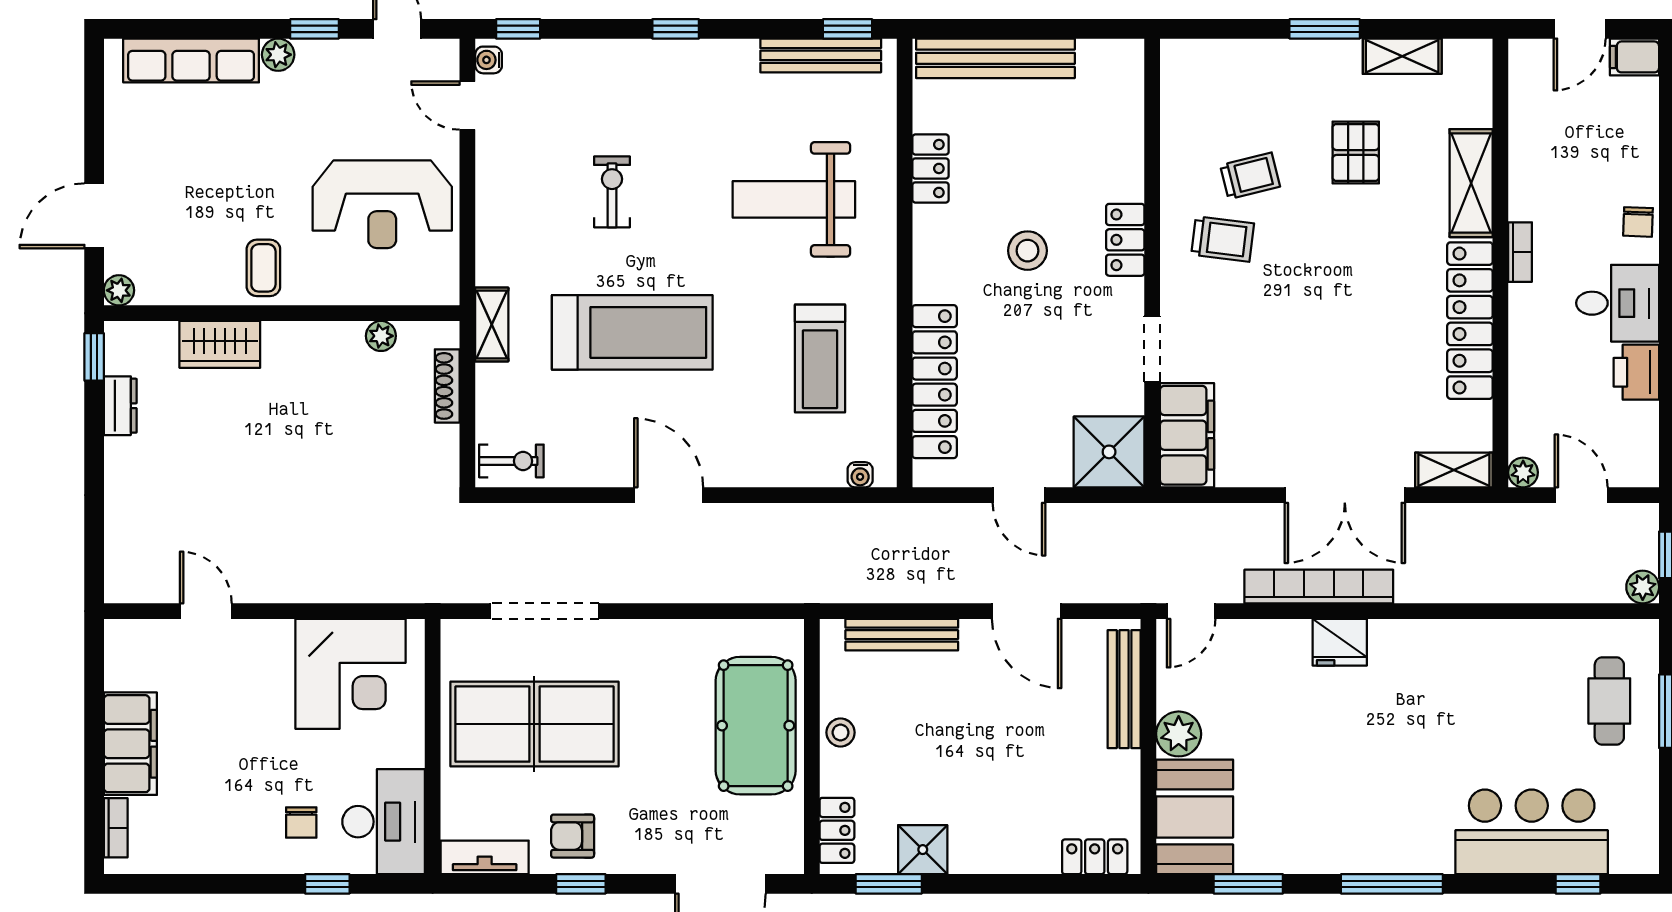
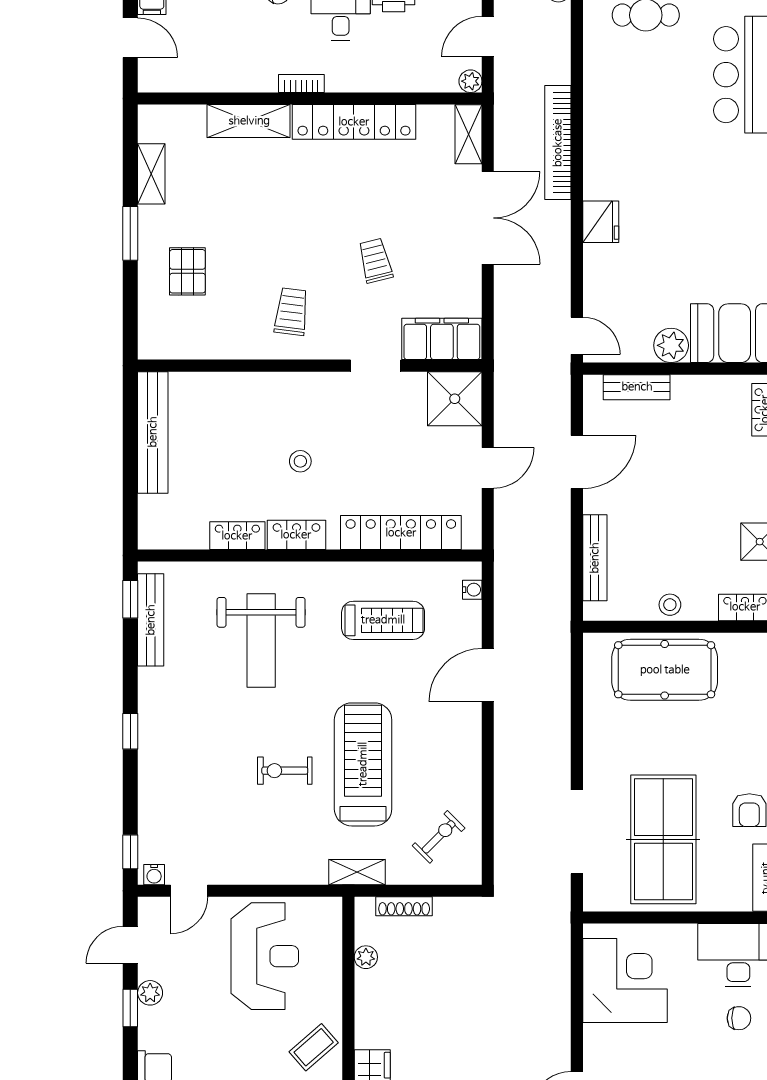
plant: (278, 55) -> (150, 993), moved
bench: (995, 58) -> (153, 432), moved
pallet: (1356, 152) -> (187, 271), moved, turned 90
trolley: (1250, 176) -> (375, 261), moved
exercise bike: (612, 192) -> (285, 771), moved
locker: (1125, 240) -> (296, 535), moved, turned 180
stool: (1028, 251) -> (300, 461), width x0.73, depth x0.73
coffee table: (263, 268) -> (314, 1047), turned -41
exercise bike: (511, 461) -> (439, 837), moved, turned 45
door: (669, 495) -> (488, 675), moved
bookcase: (1319, 587) -> (558, 143), moved
bench: (1124, 689) -> (637, 387), width x0.73

